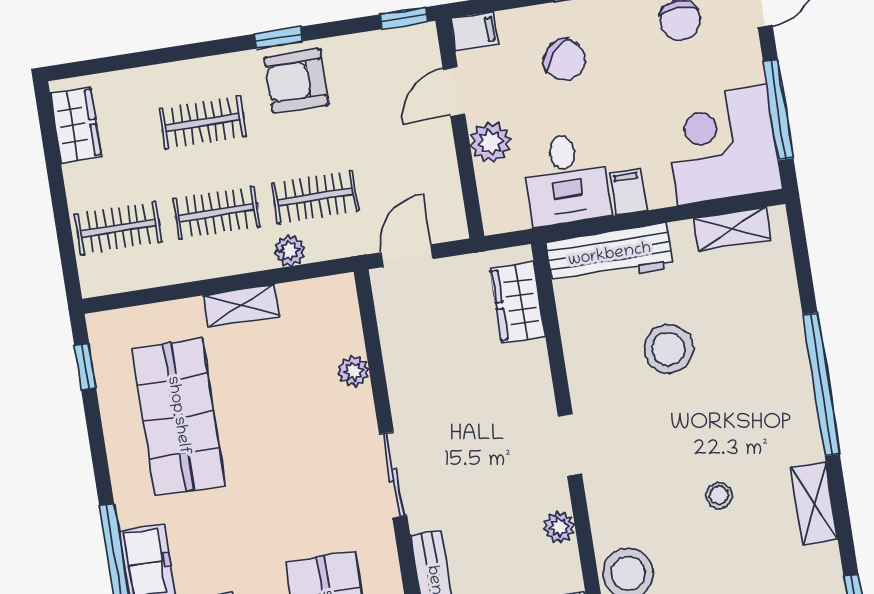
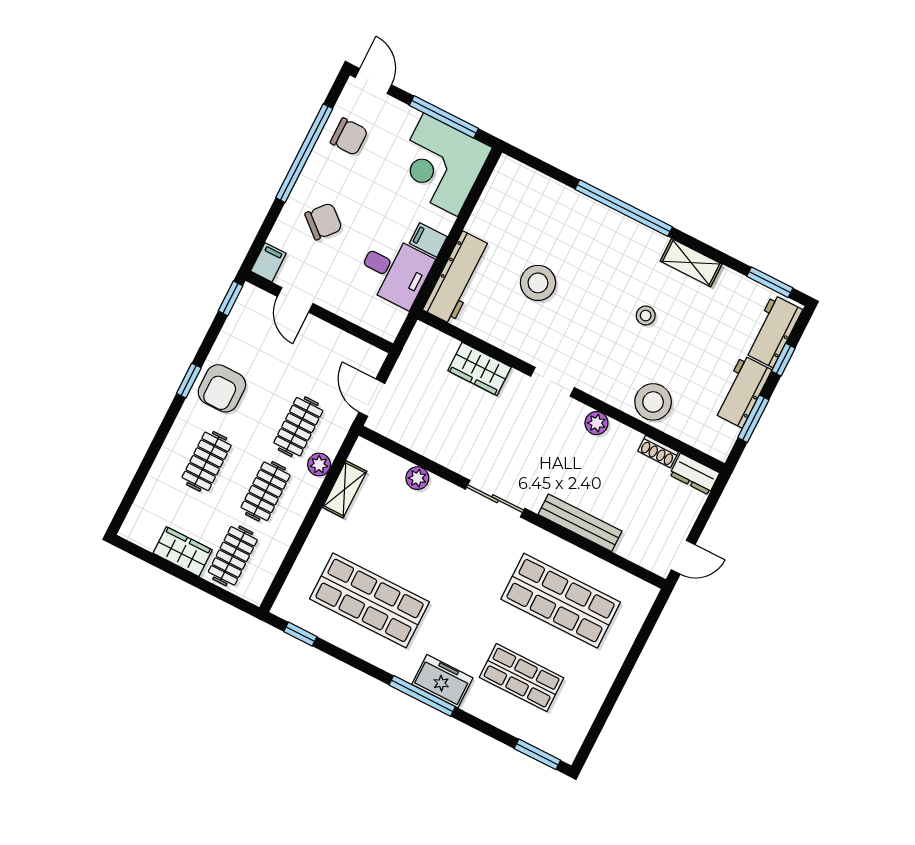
wardrobe: (76, 125) -> (183, 552), moved
plant: (491, 142) -> (341, 300), removed
shelving: (732, 229) -> (494, 195), removed
wardrobe: (518, 303) -> (479, 369), moved
shelving: (241, 306) -> (345, 489), moved

